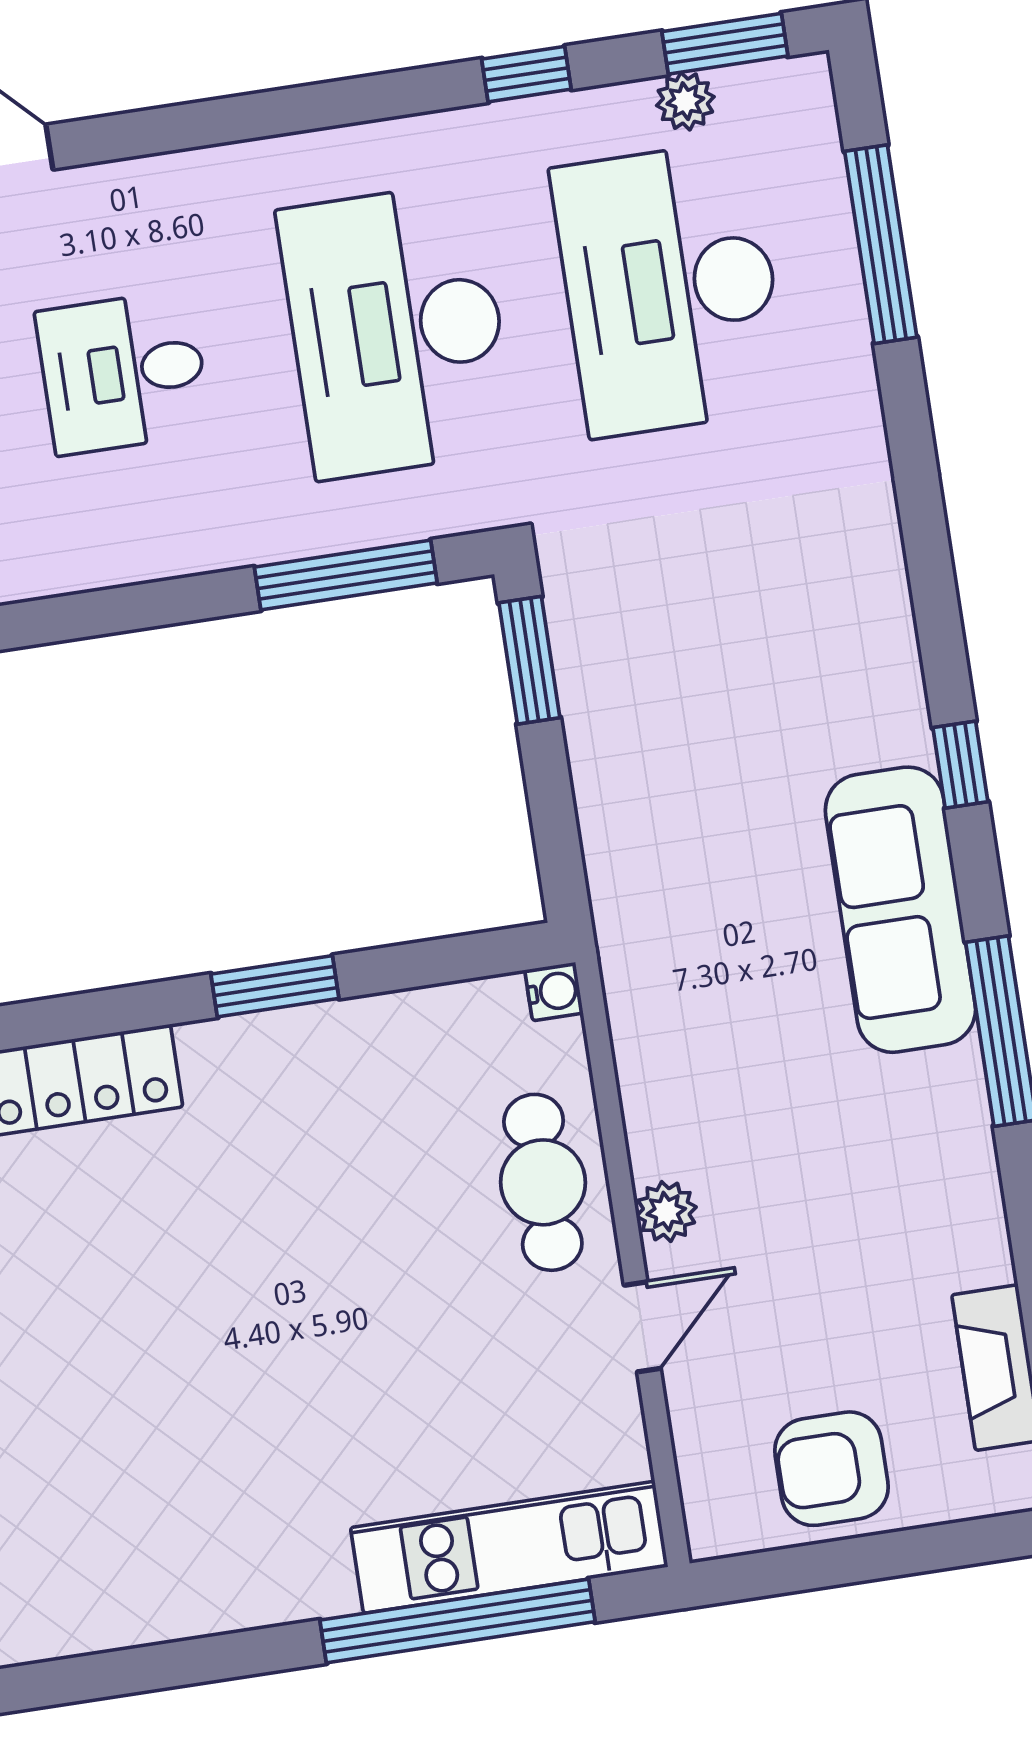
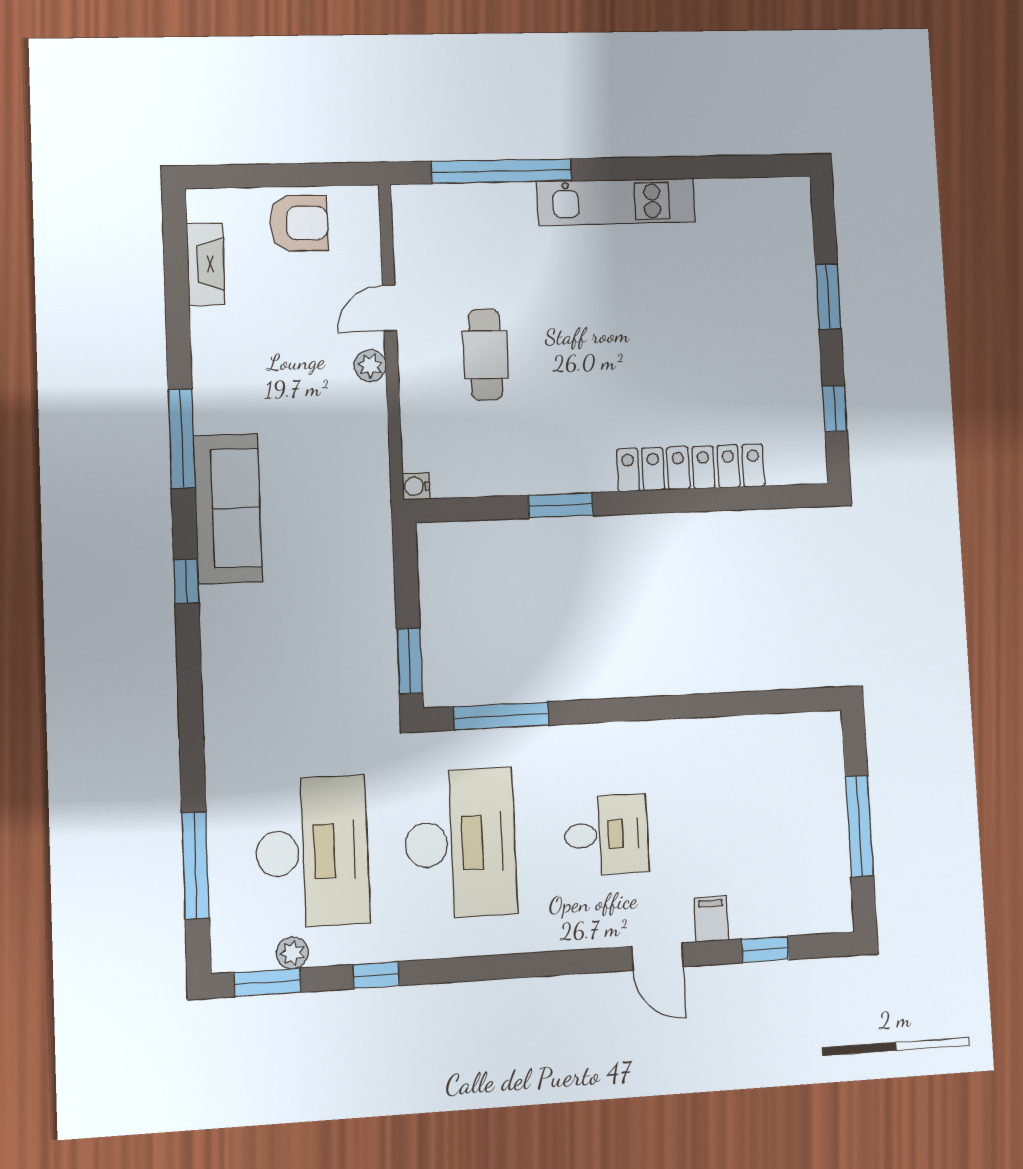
cafe table: (543, 1182) -> (485, 355), moved
kitchen unit: (509, 1547) -> (616, 202), moved

